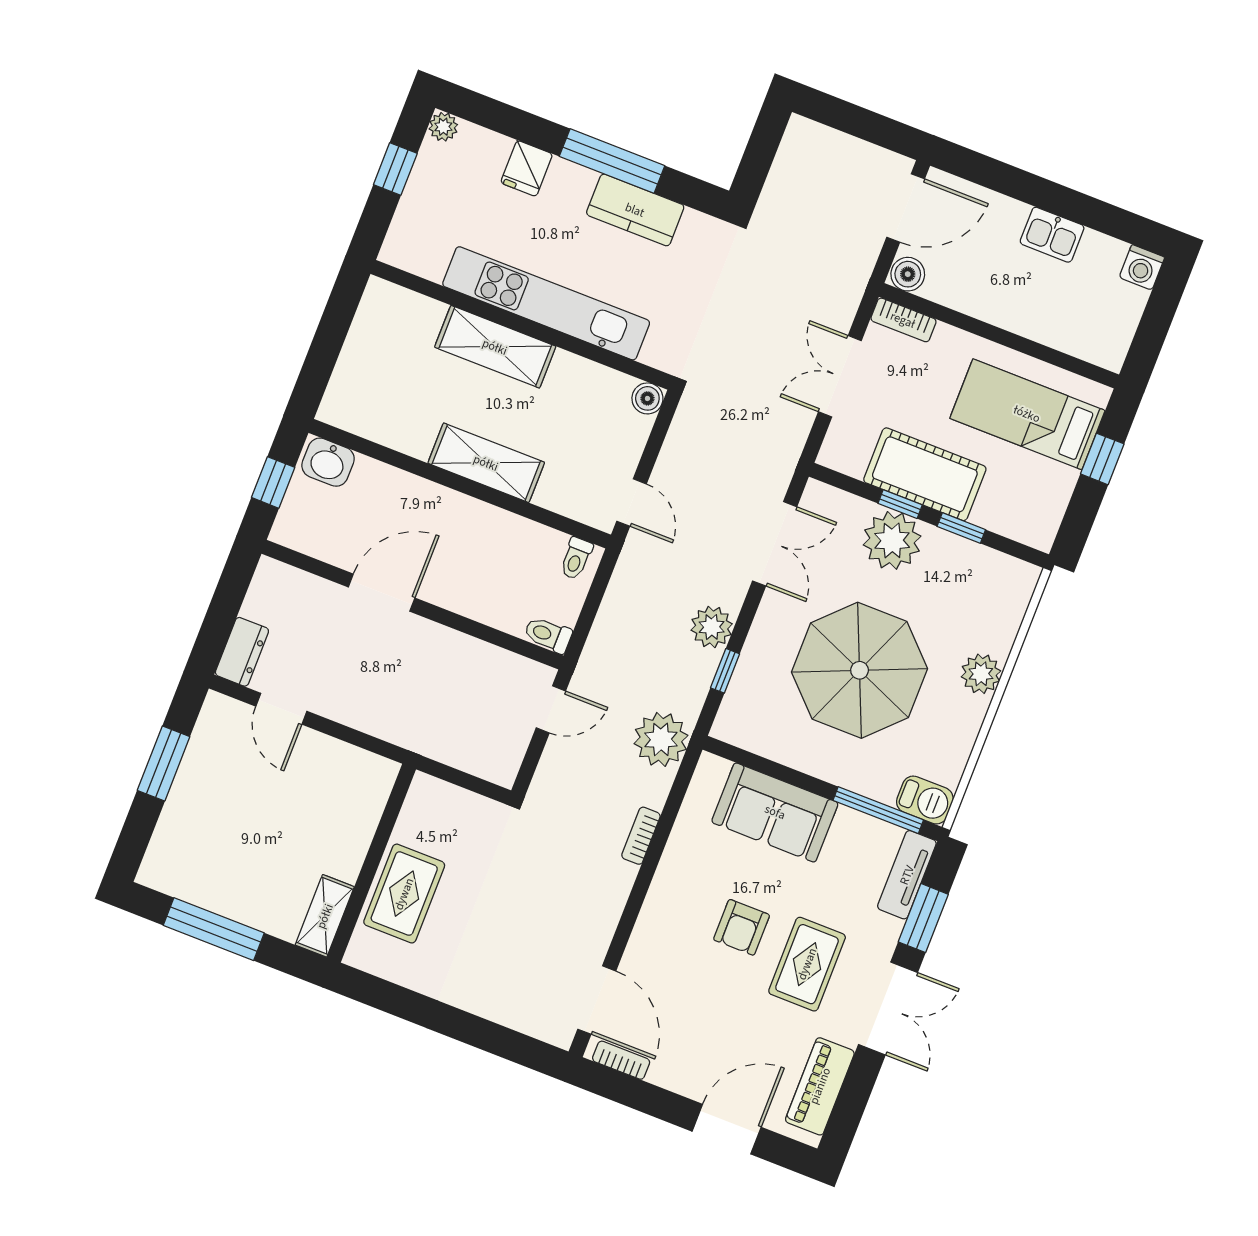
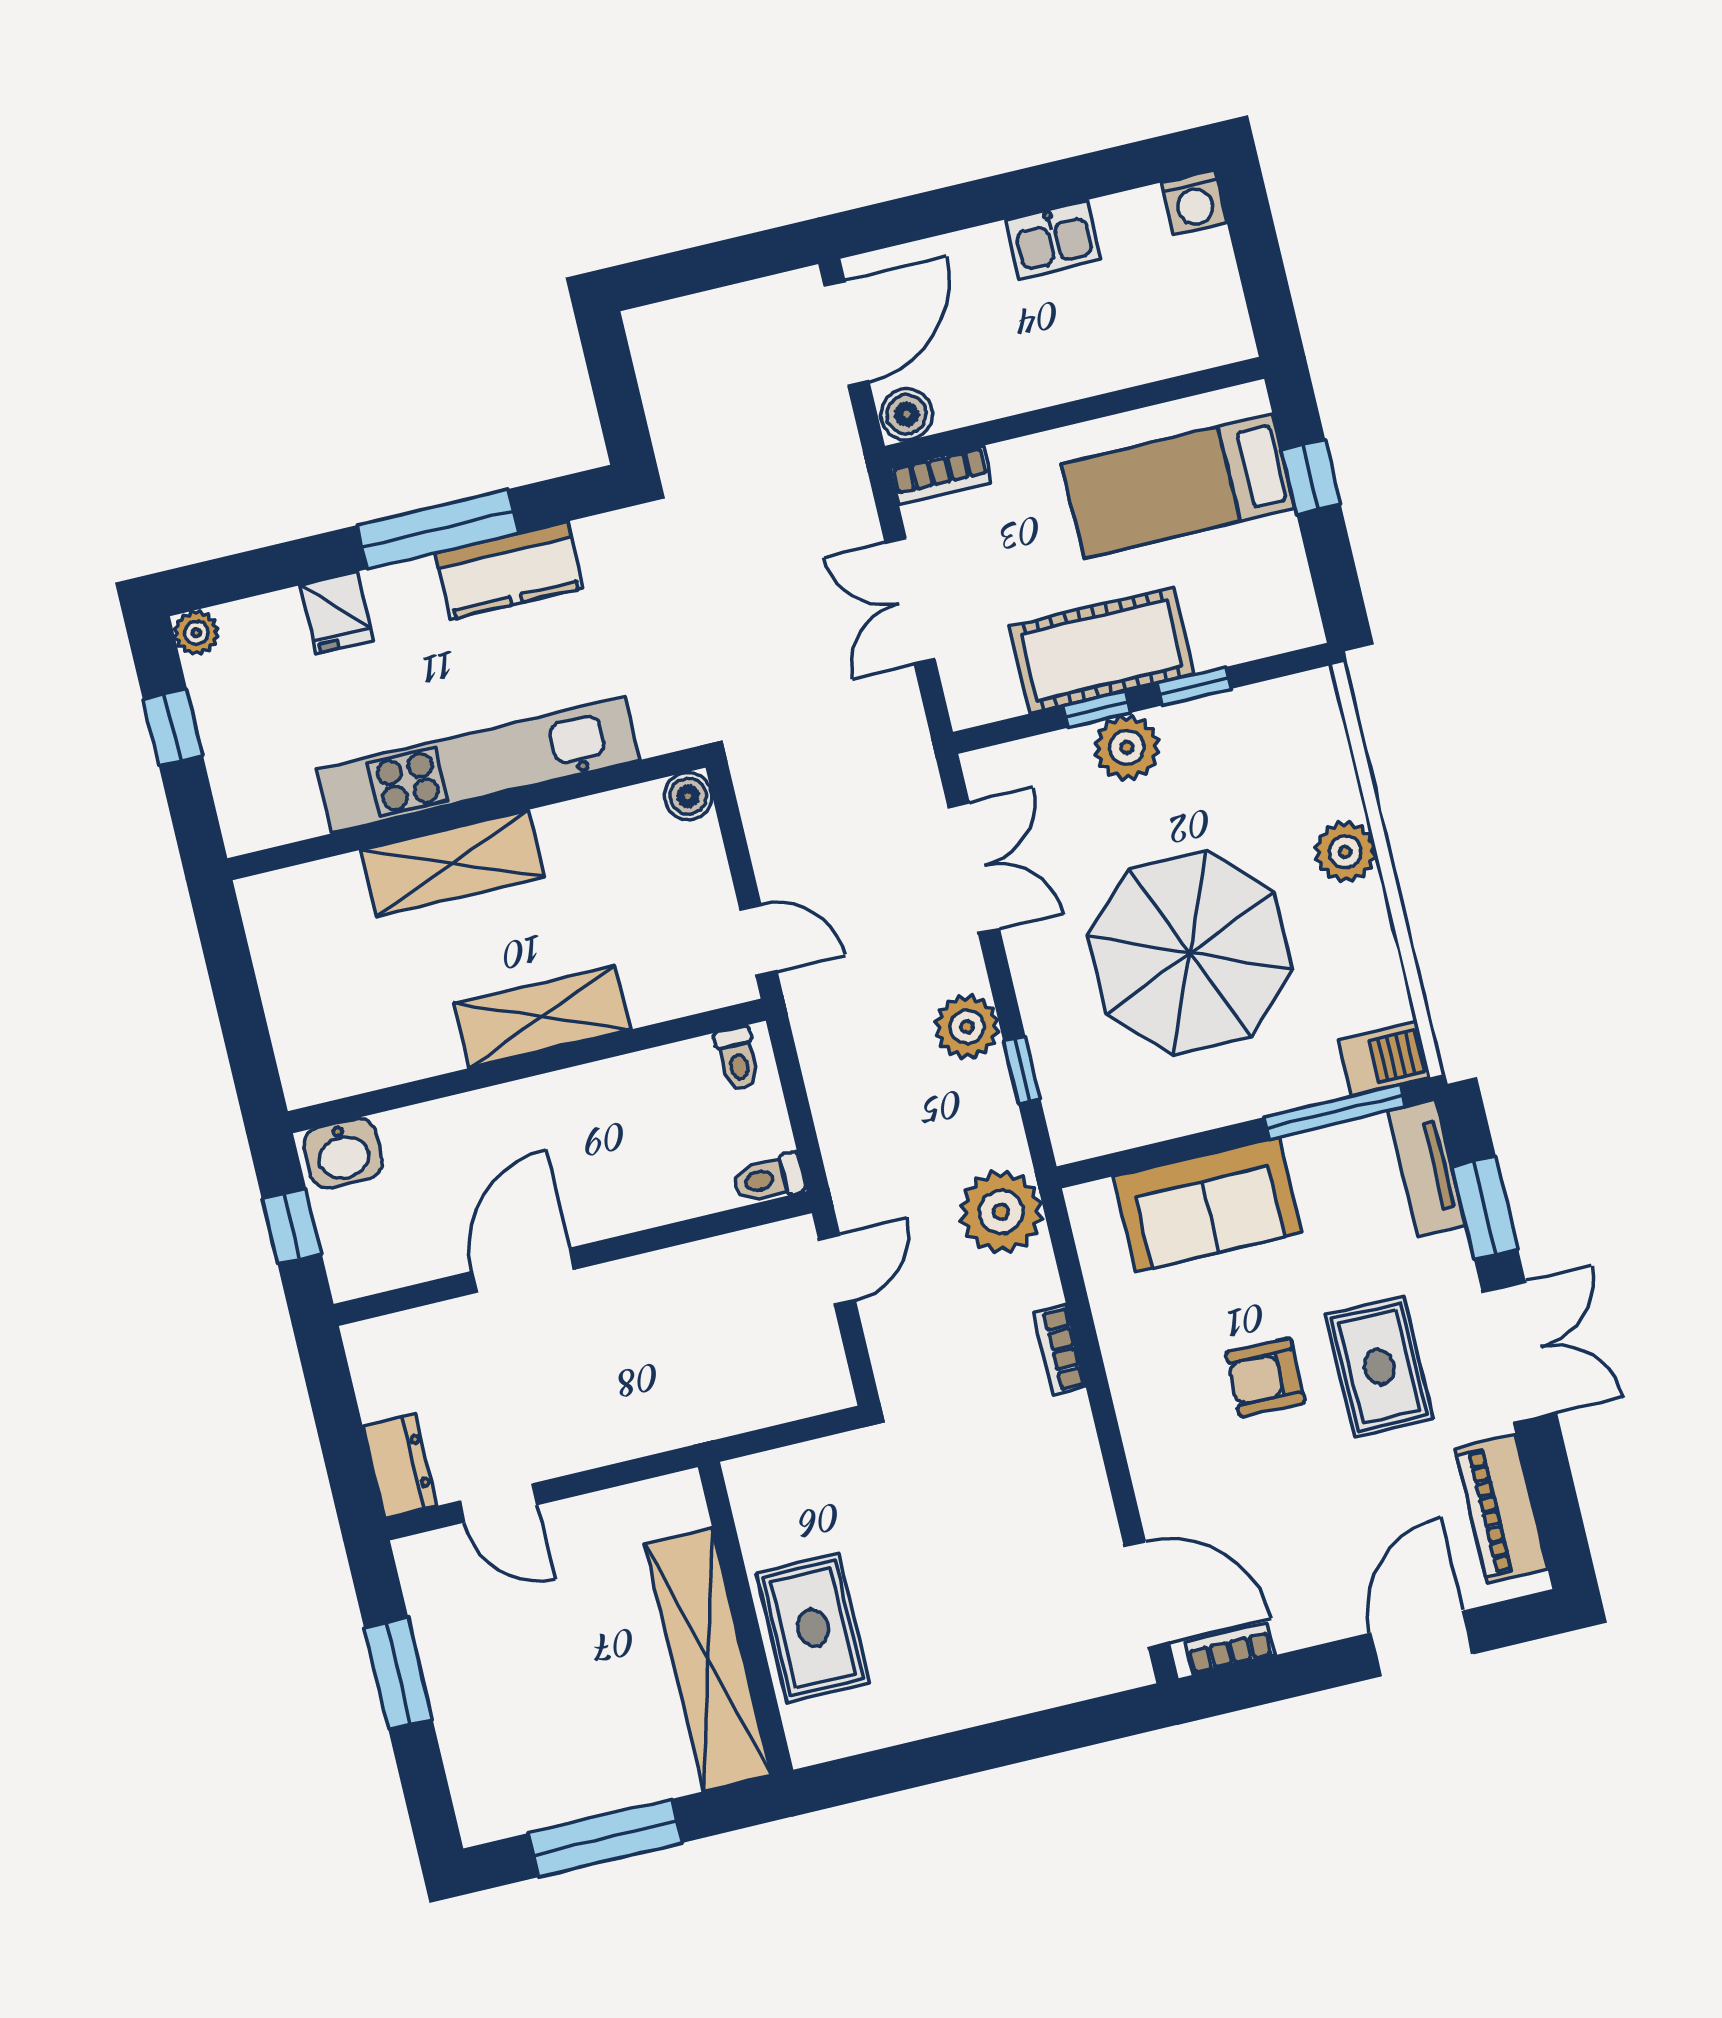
plant: (892, 540) -> (1127, 747), width x0.73, depth x0.73
shelving: (325, 916) -> (708, 1659), width x2.20, depth x1.33
armchair: (742, 927) -> (1265, 1377), turned 91

